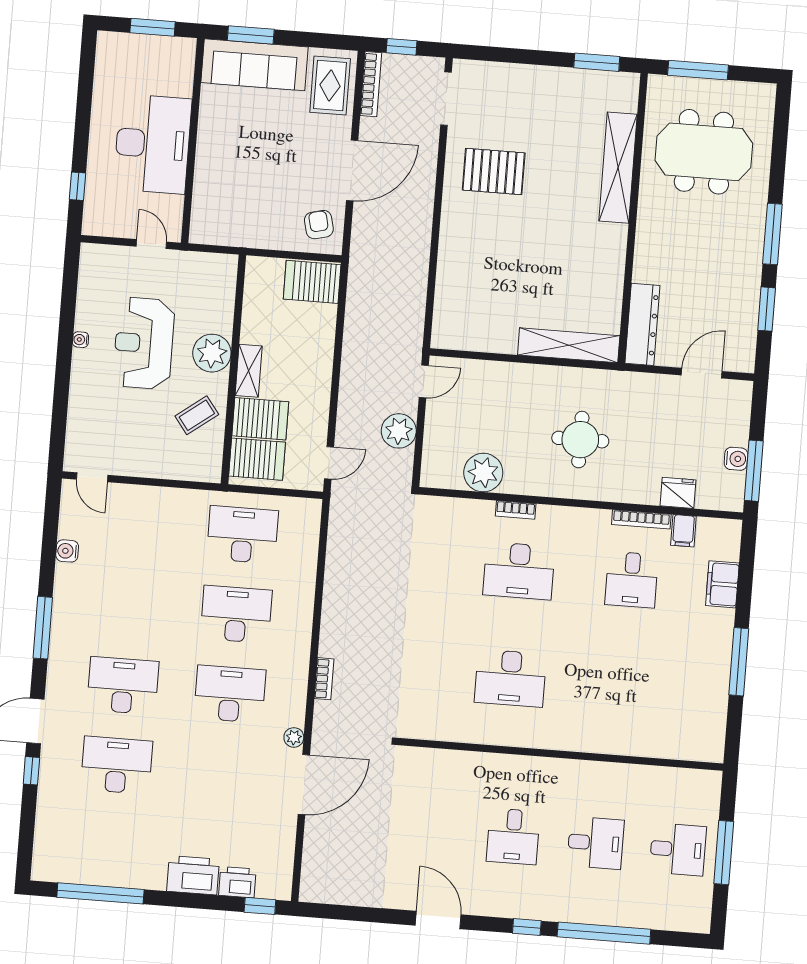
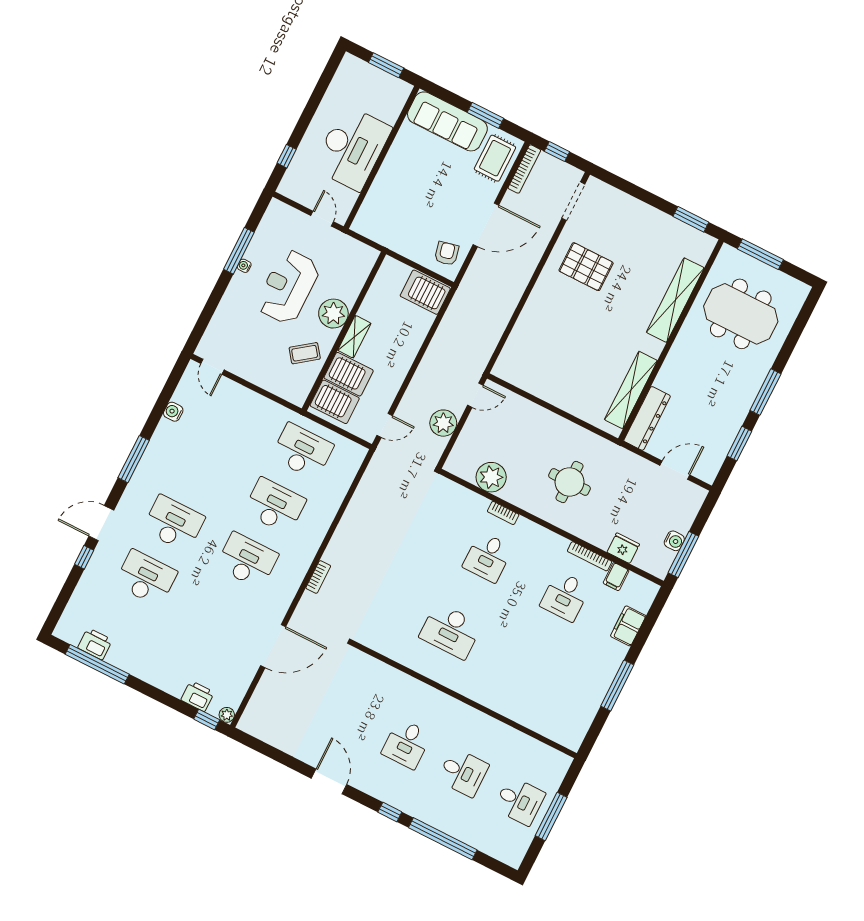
window: (251, 35) -> (485, 115), moved
window: (67, 324) -> (239, 251), added
shelving: (569, 345) -> (631, 390), moved, turned 90
desk: (519, 571) -> (488, 557), width x0.73
plant: (294, 737) -> (227, 715), moved
printer: (193, 875) -> (95, 644), moved, width x0.73, depth x0.84

